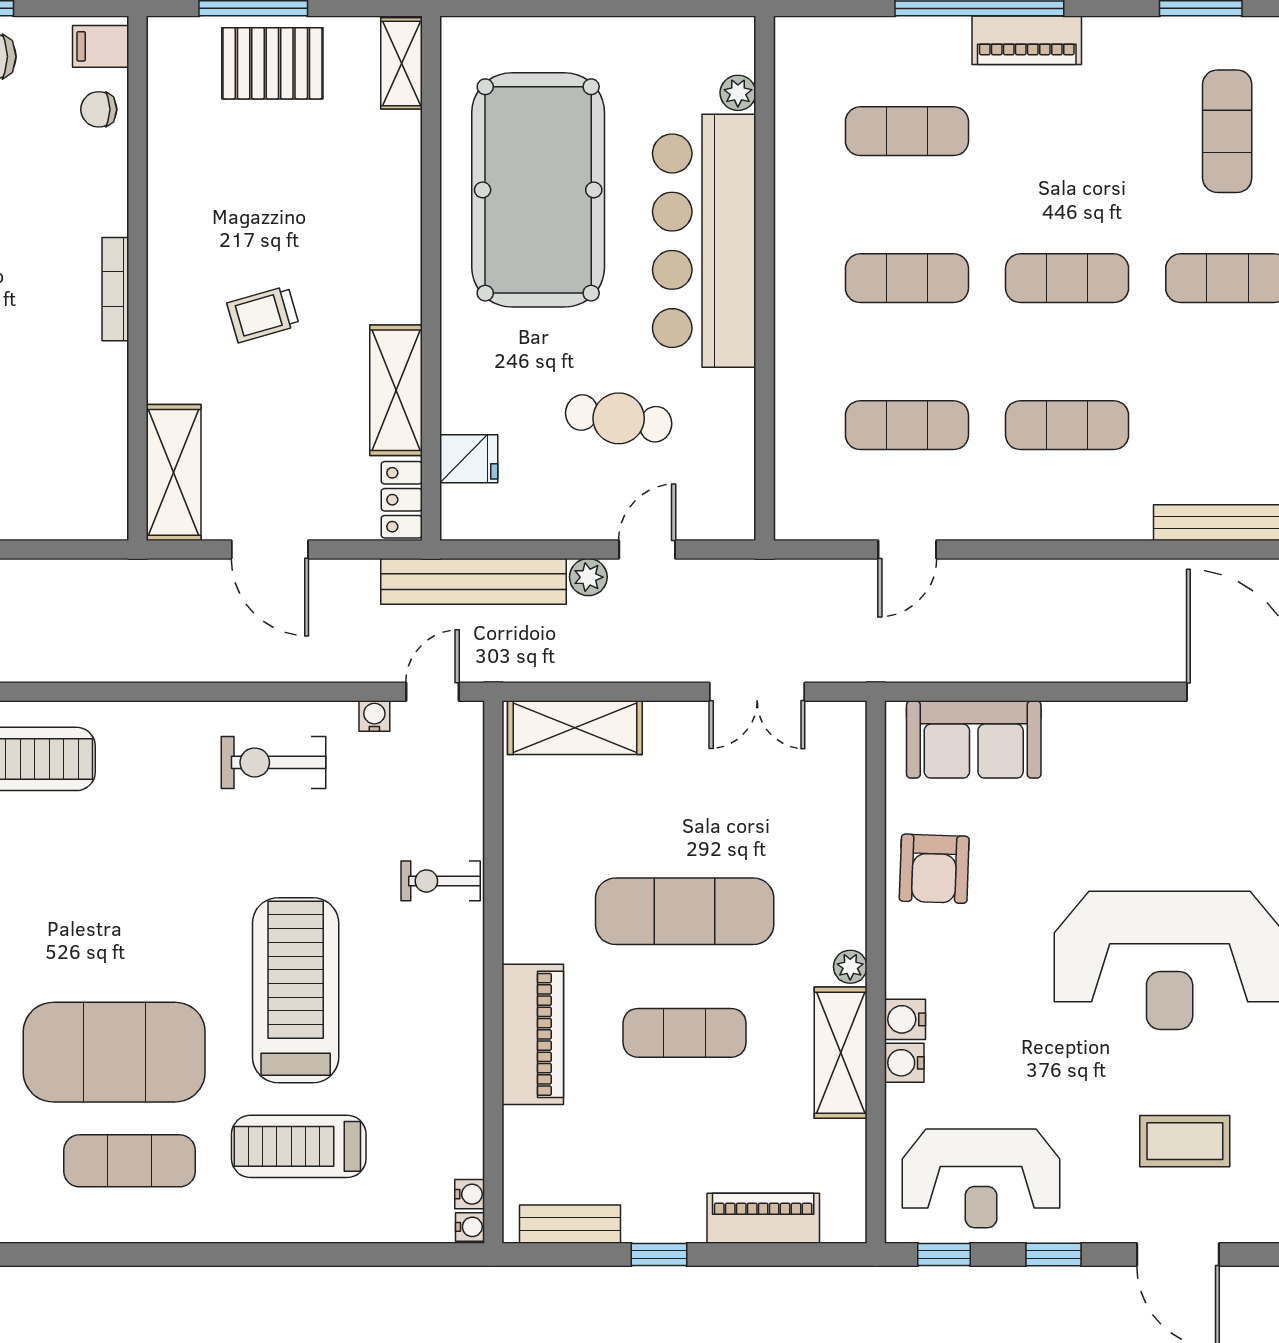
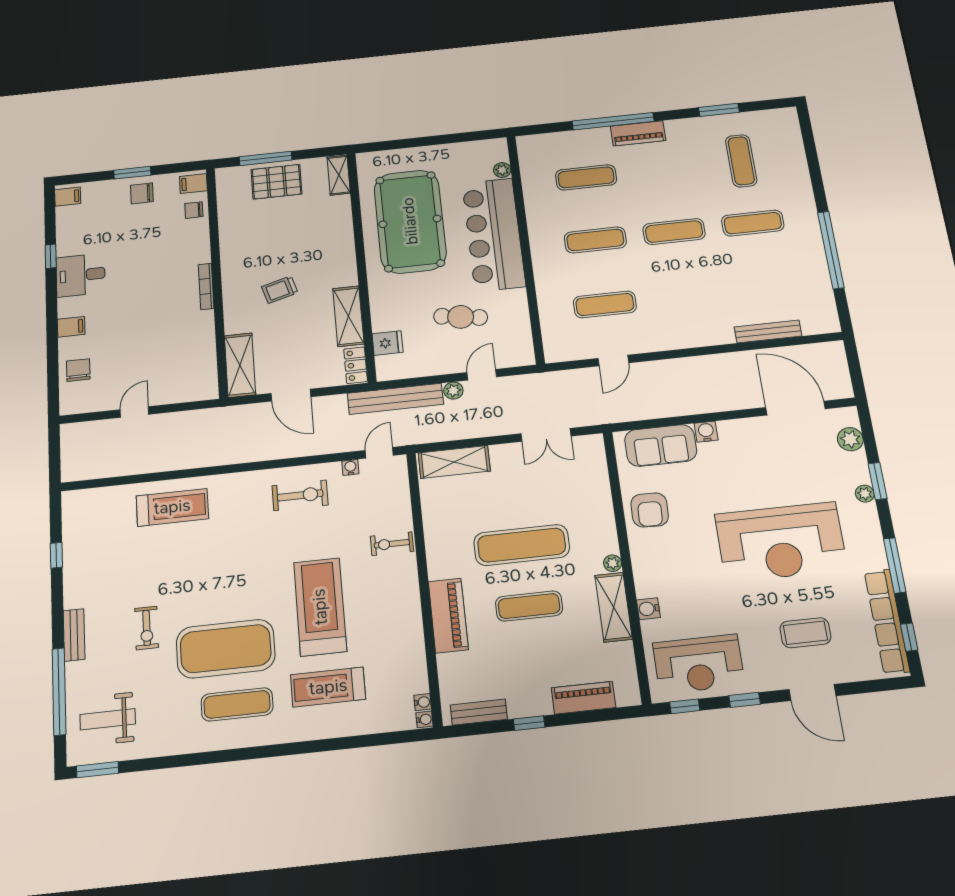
exercise mat: (1067, 425) -> (685, 296), removed
exercise bike: (274, 762) -> (300, 495), turned 180
water cooler: (905, 1019) -> (706, 432), moved, turned 90

